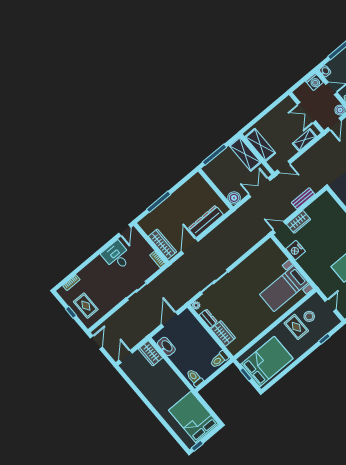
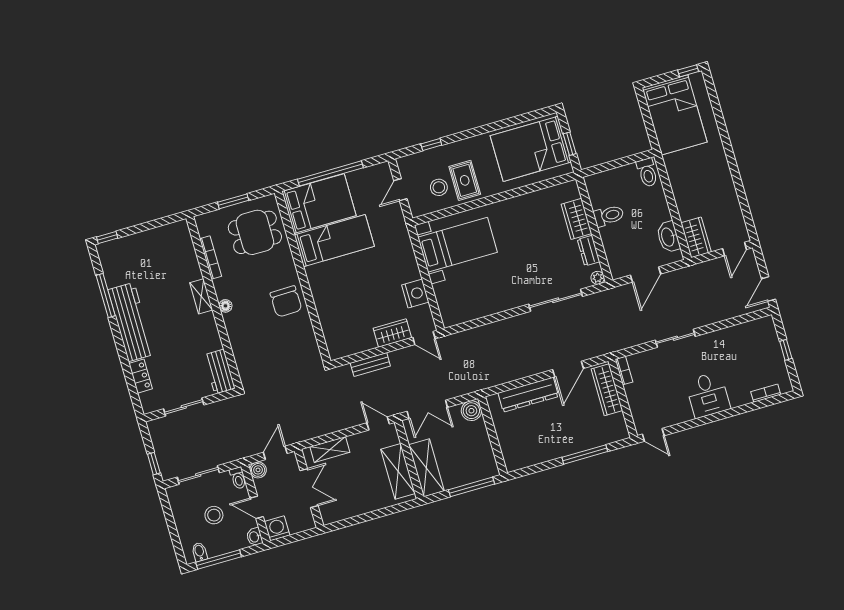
door: (125, 230) -> (653, 435), swing flipped
desk: (117, 256) -> (708, 395), moved
rug: (86, 306) -> (760, 350), removed
toilet: (219, 360) -> (609, 216), moved

